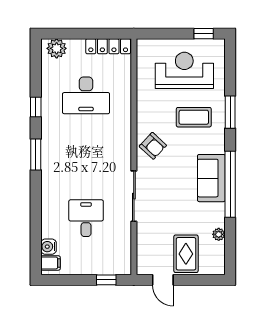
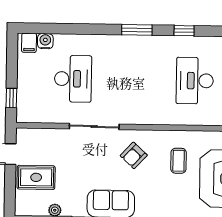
coffee table: (194, 117) -> (179, 161), moved, width x0.73, depth x0.77
armchair: (153, 146) -> (134, 155), moved
desk: (86, 218) -> (73, 79), width x1.37

